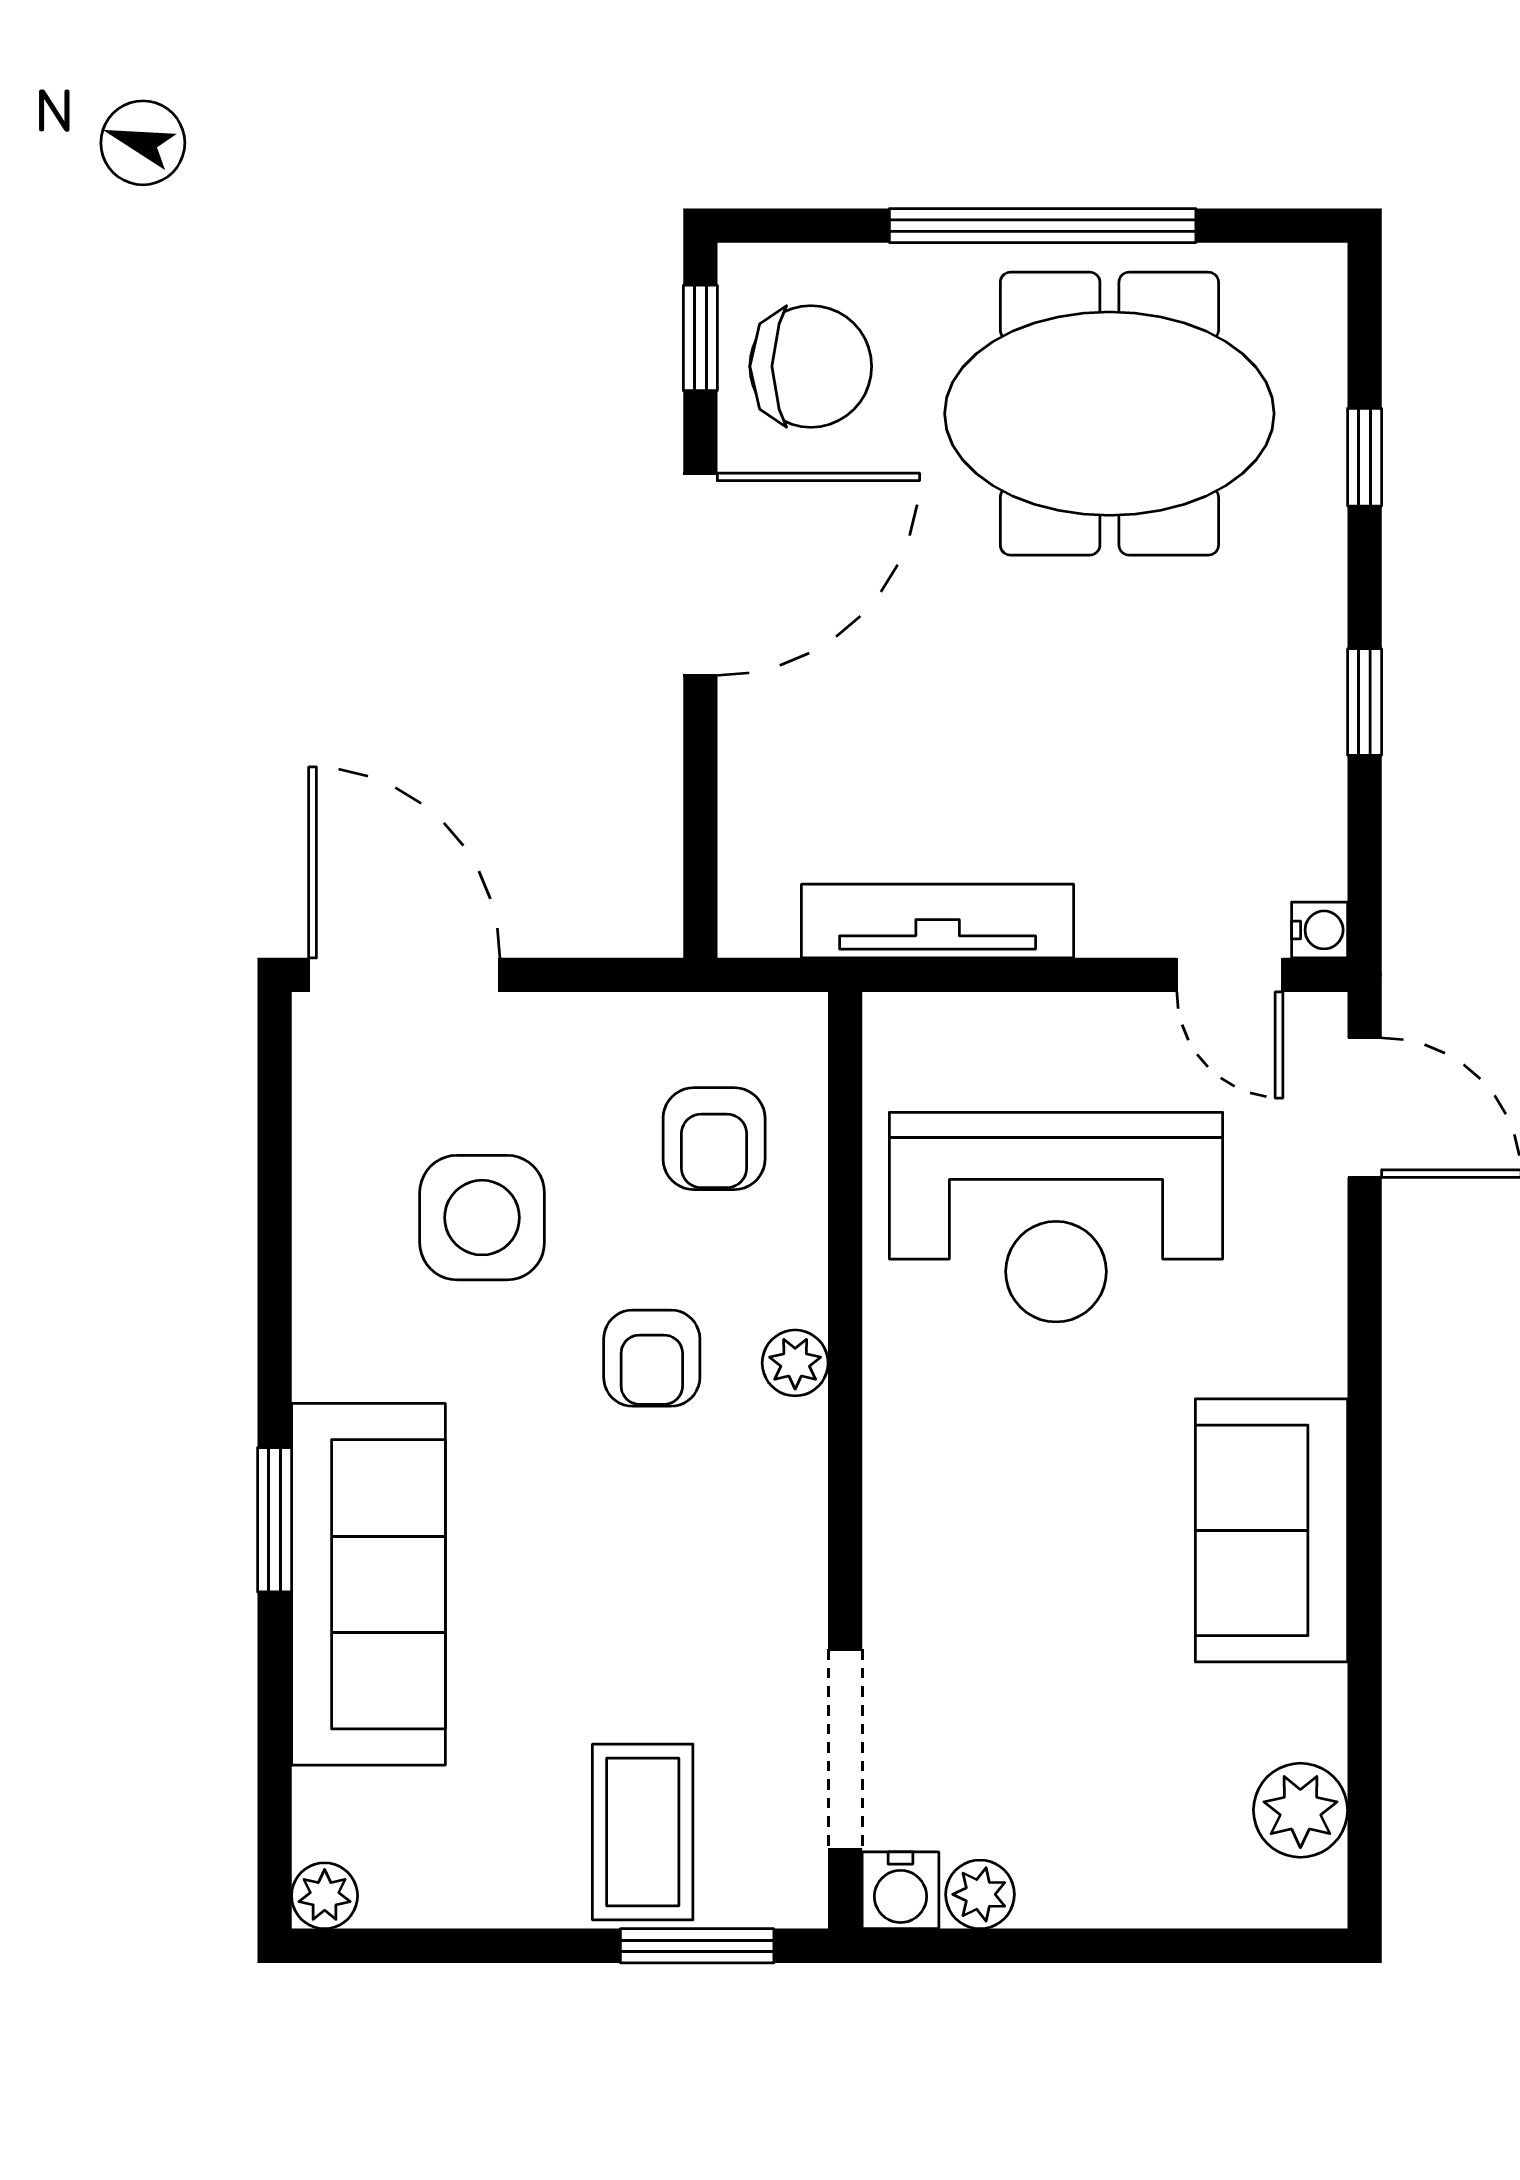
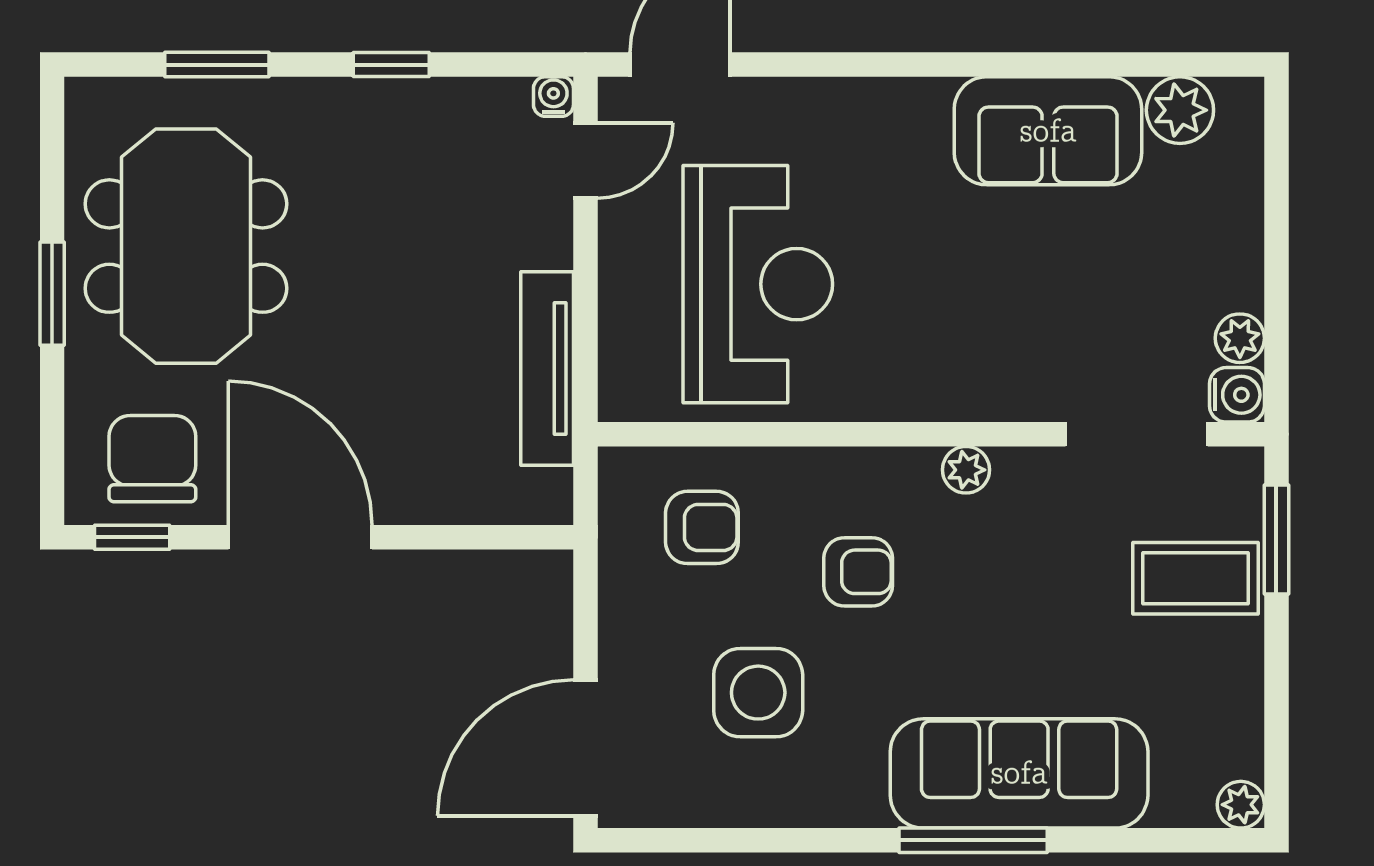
window: (1043, 226) -> (52, 294), width x0.47
window: (1365, 457) -> (217, 65), width x1.50
plant: (795, 1363) -> (966, 470), moved
window: (275, 1520) -> (973, 840), width x1.44
sofa: (1271, 1530) -> (1048, 131), moved

